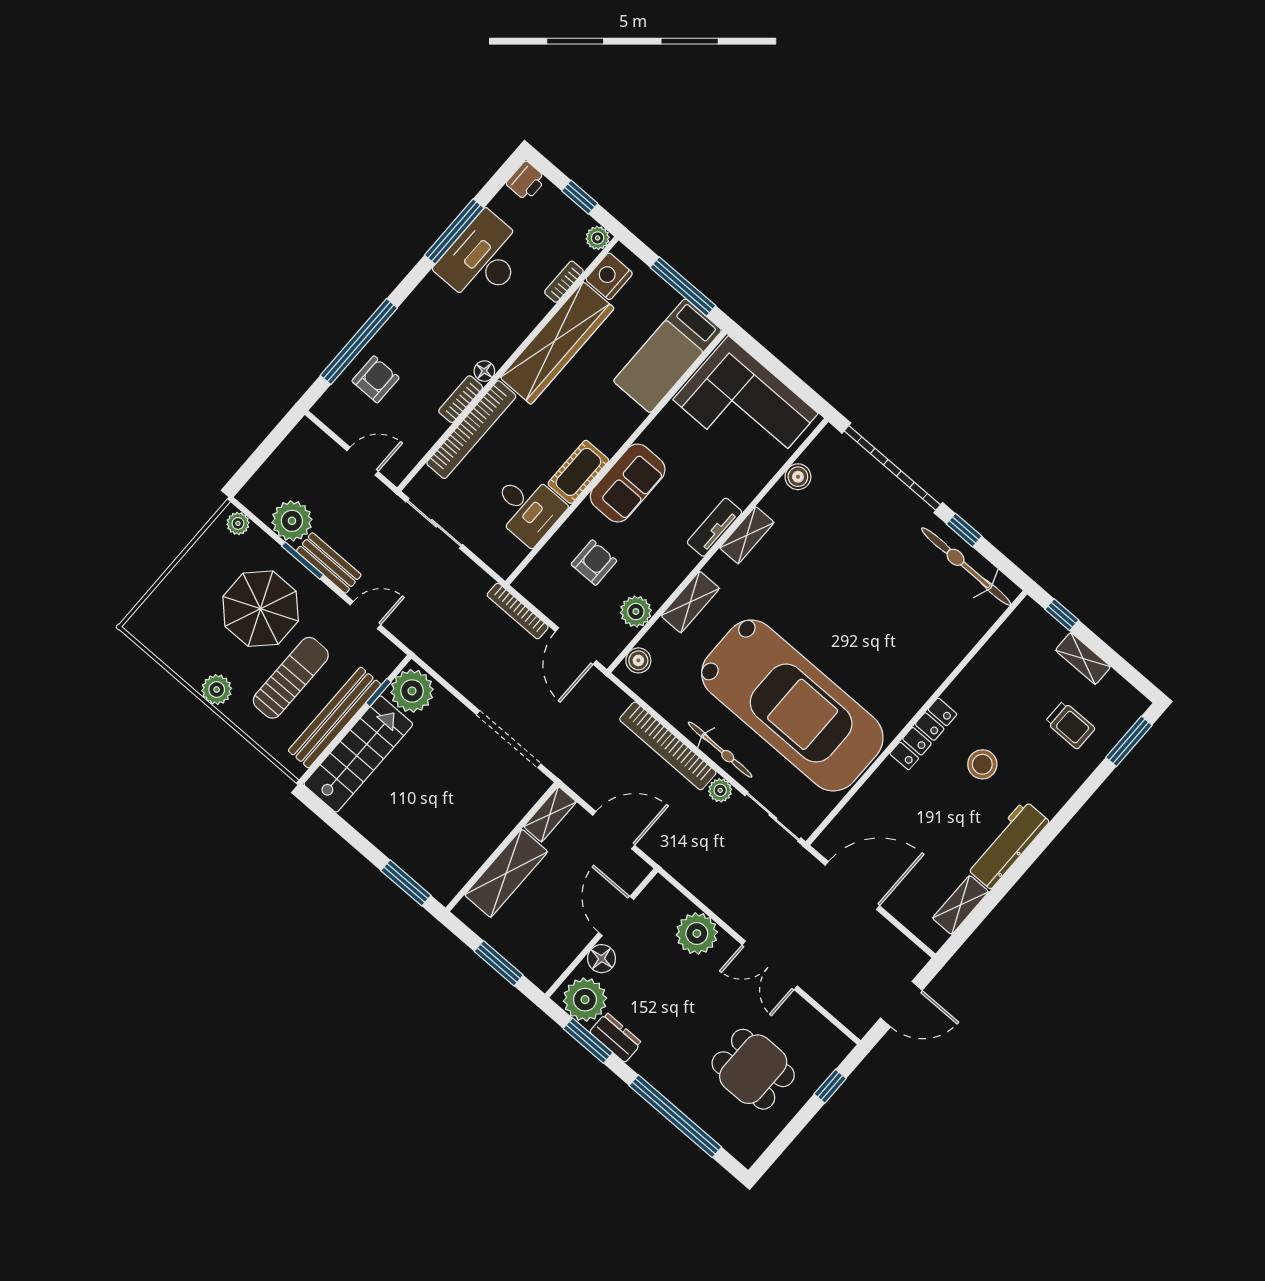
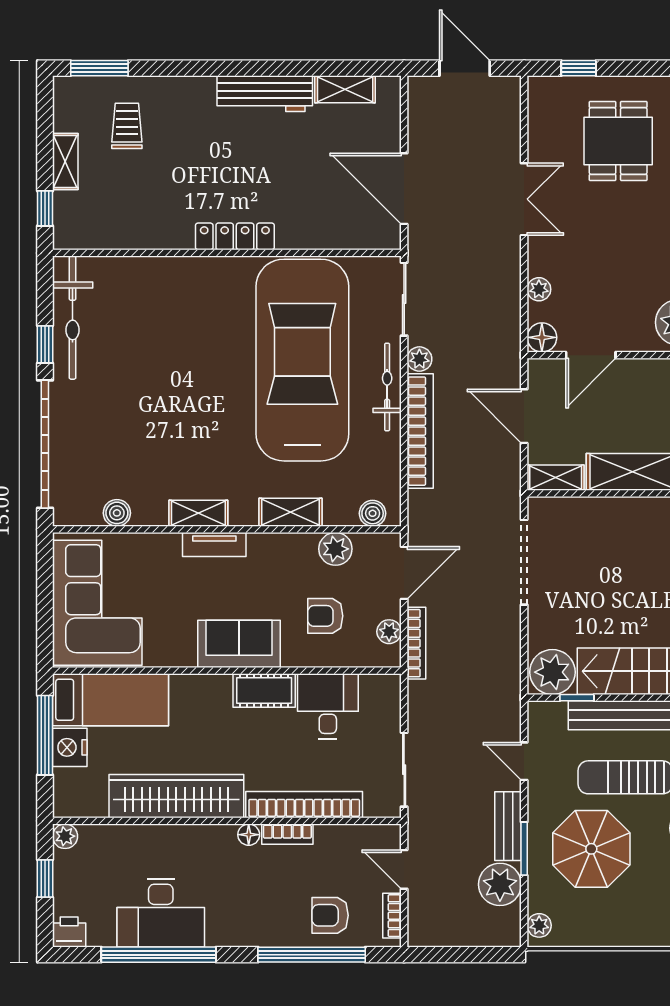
window: (454, 231) -> (159, 955), width x1.46
nightstand: (609, 276) -> (70, 747), moved, turned 90
bookcase: (564, 282) -> (392, 916), moved, turned 90
plant: (543, 599) -> (389, 632), added
stool: (982, 764) -> (218, 169), removed
plant: (697, 934) -> (539, 289), width x0.53, depth x0.53
floor lamp: (602, 959) -> (542, 337), moved

